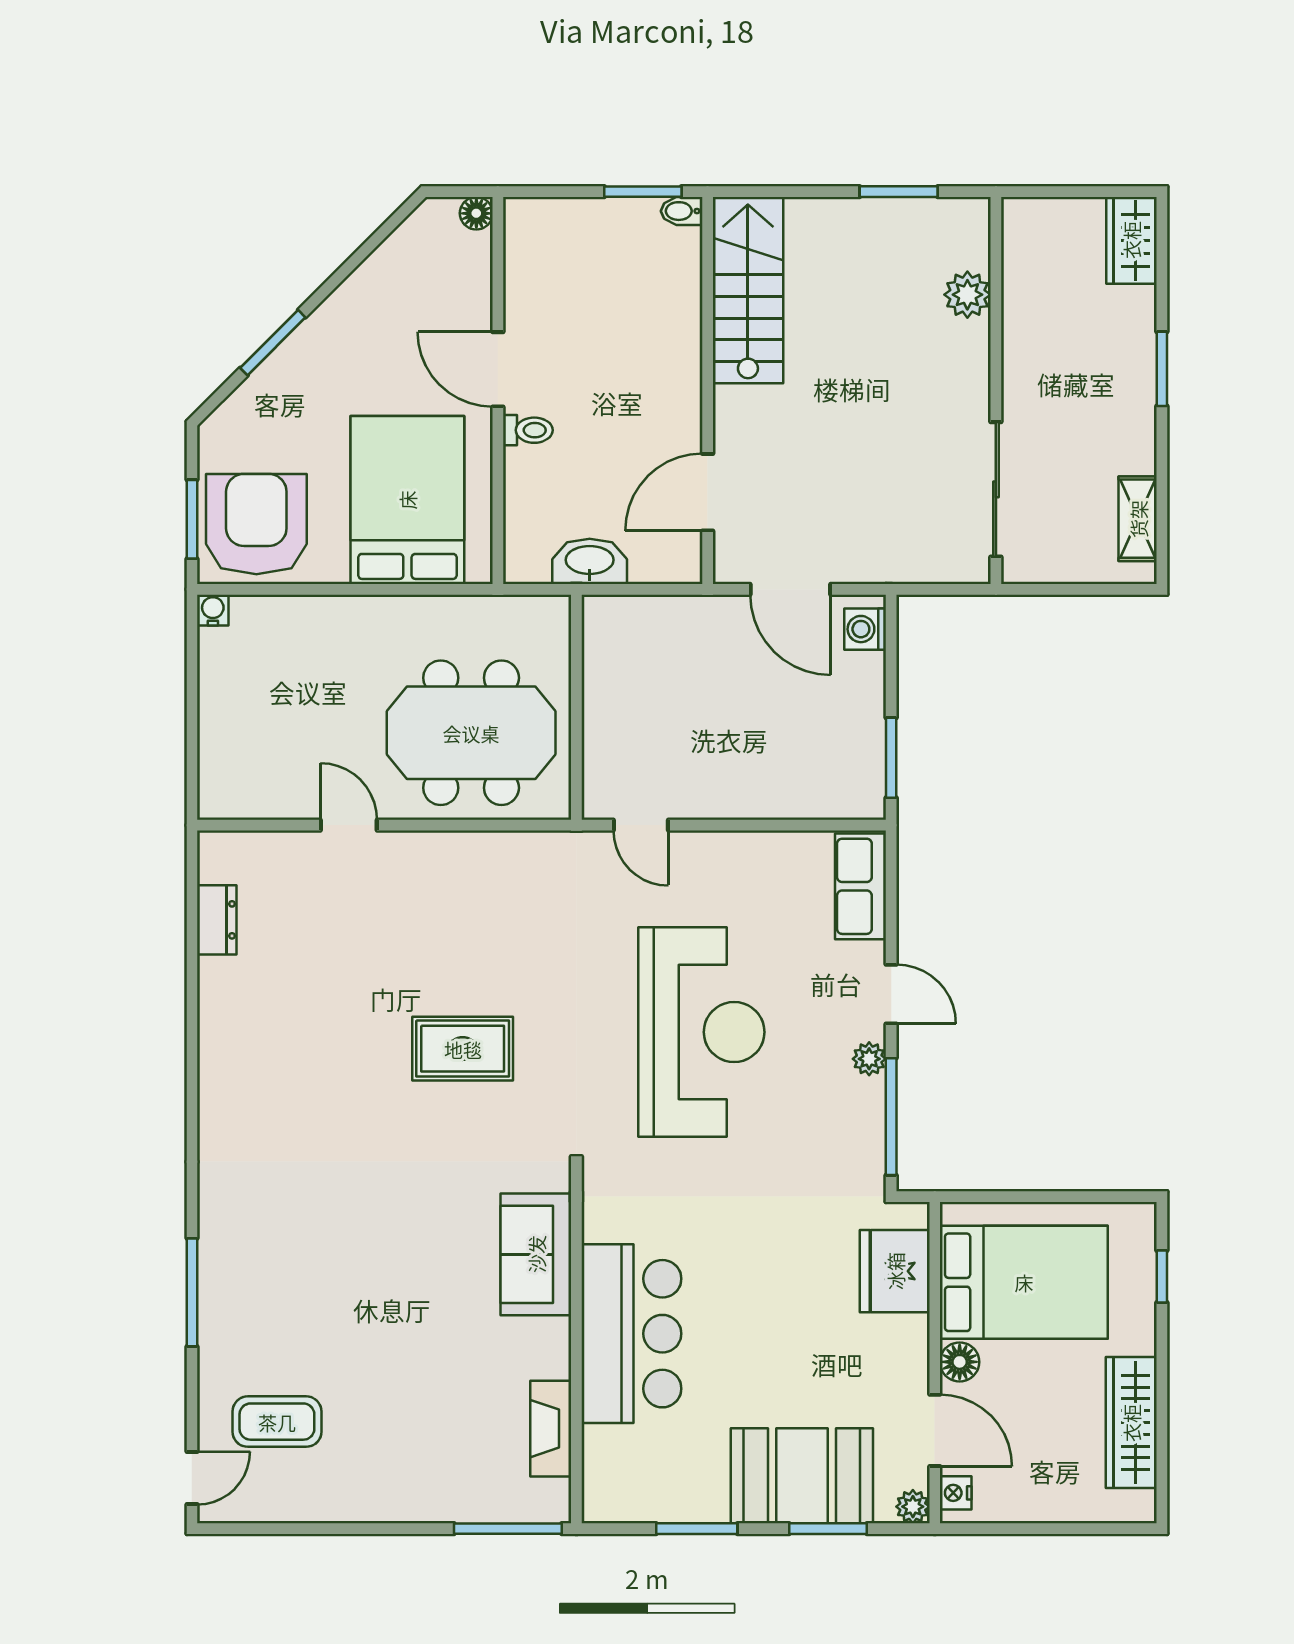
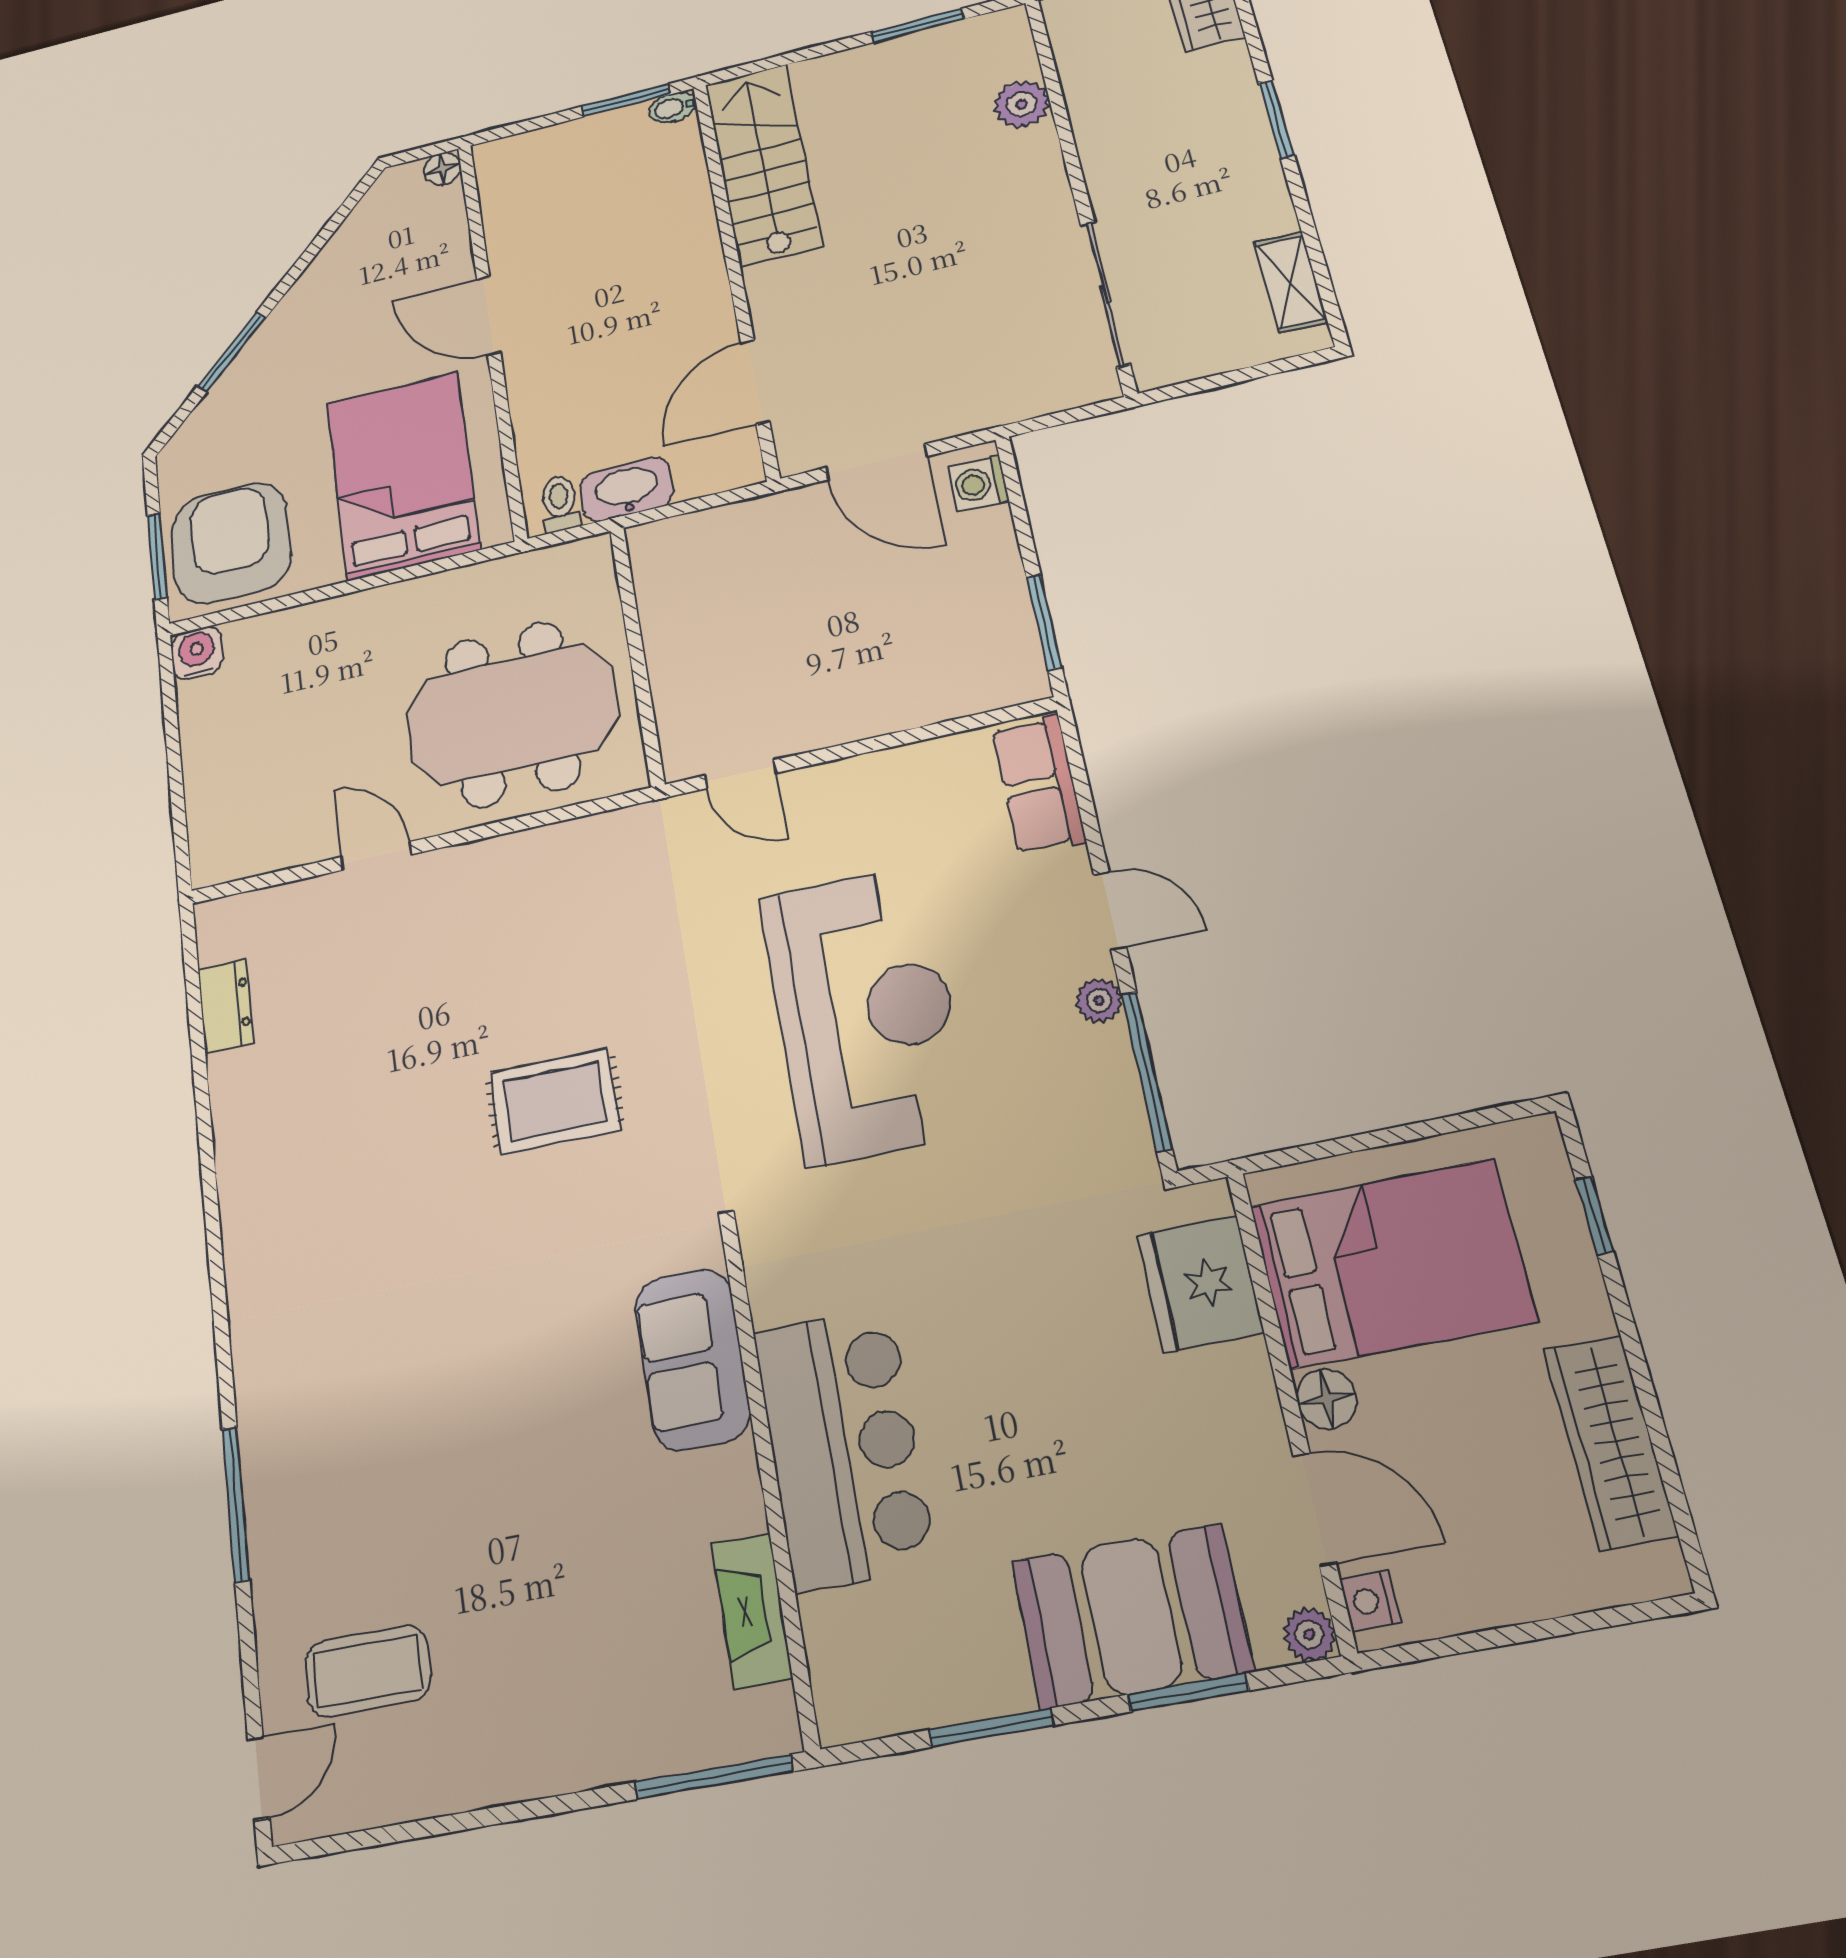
toilet: (528, 430) -> (560, 503), moved, turned -90
water cooler: (213, 610) -> (197, 653), width x1.38, depth x1.38

